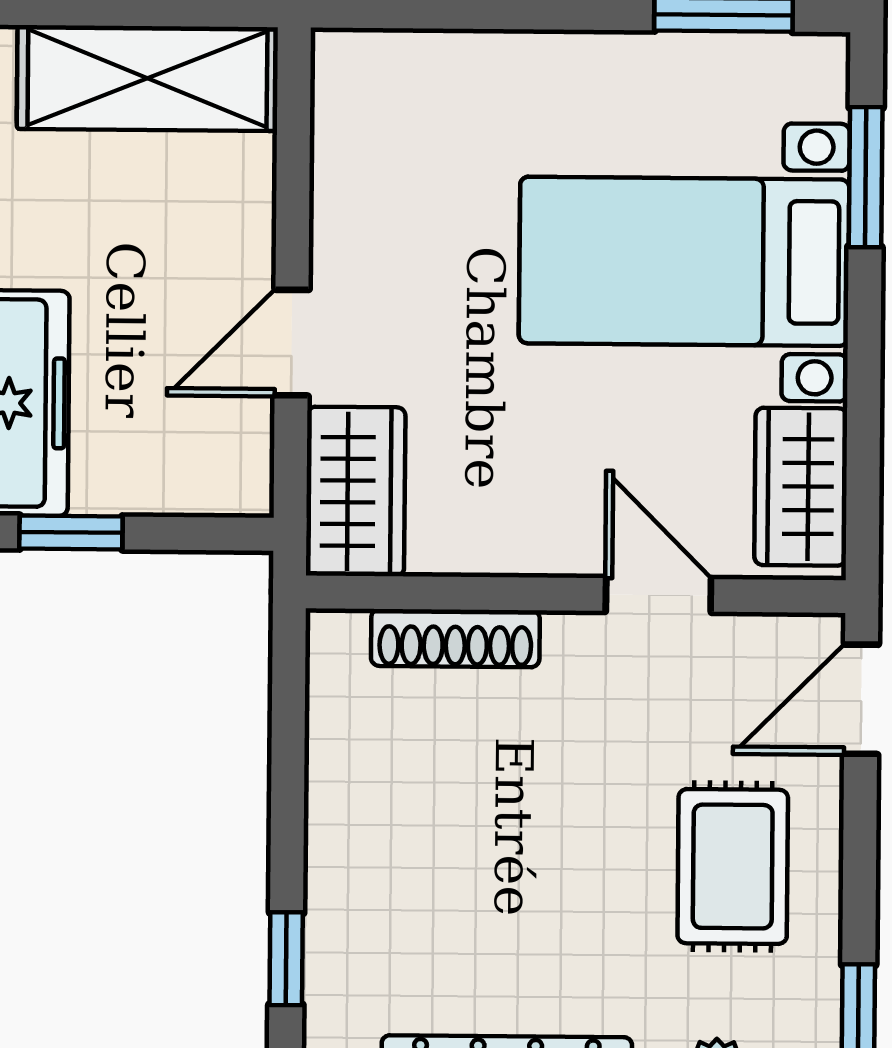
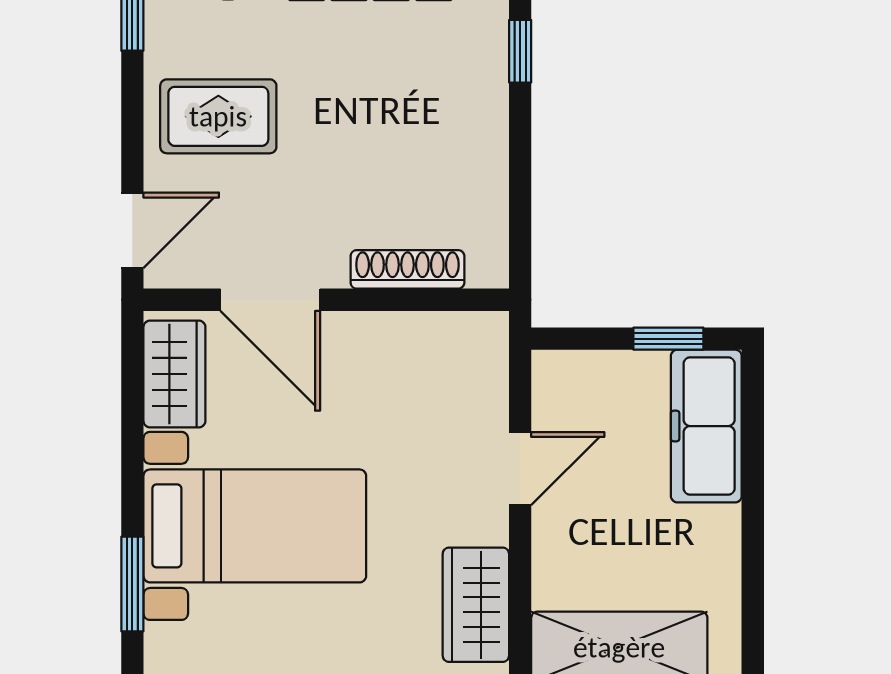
wardrobe: (356, 491) -> (476, 605), moved
door: (658, 595) -> (270, 300), width x1.38
rug: (733, 866) -> (218, 116), turned 90

